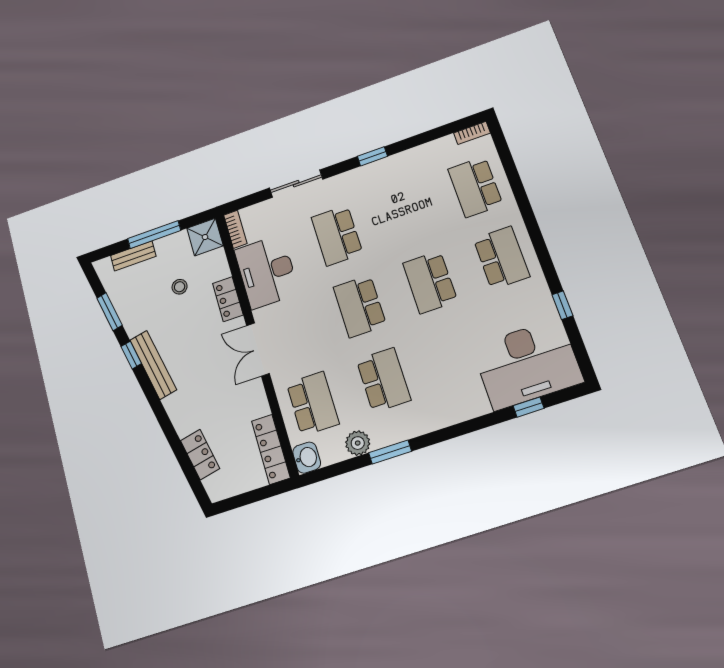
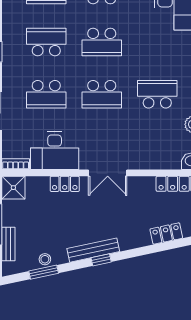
stool: (180, 287) -> (45, 259), moved
window: (131, 355) -> (101, 260), moved
school desk: (313, 404) -> (46, 42), moved

